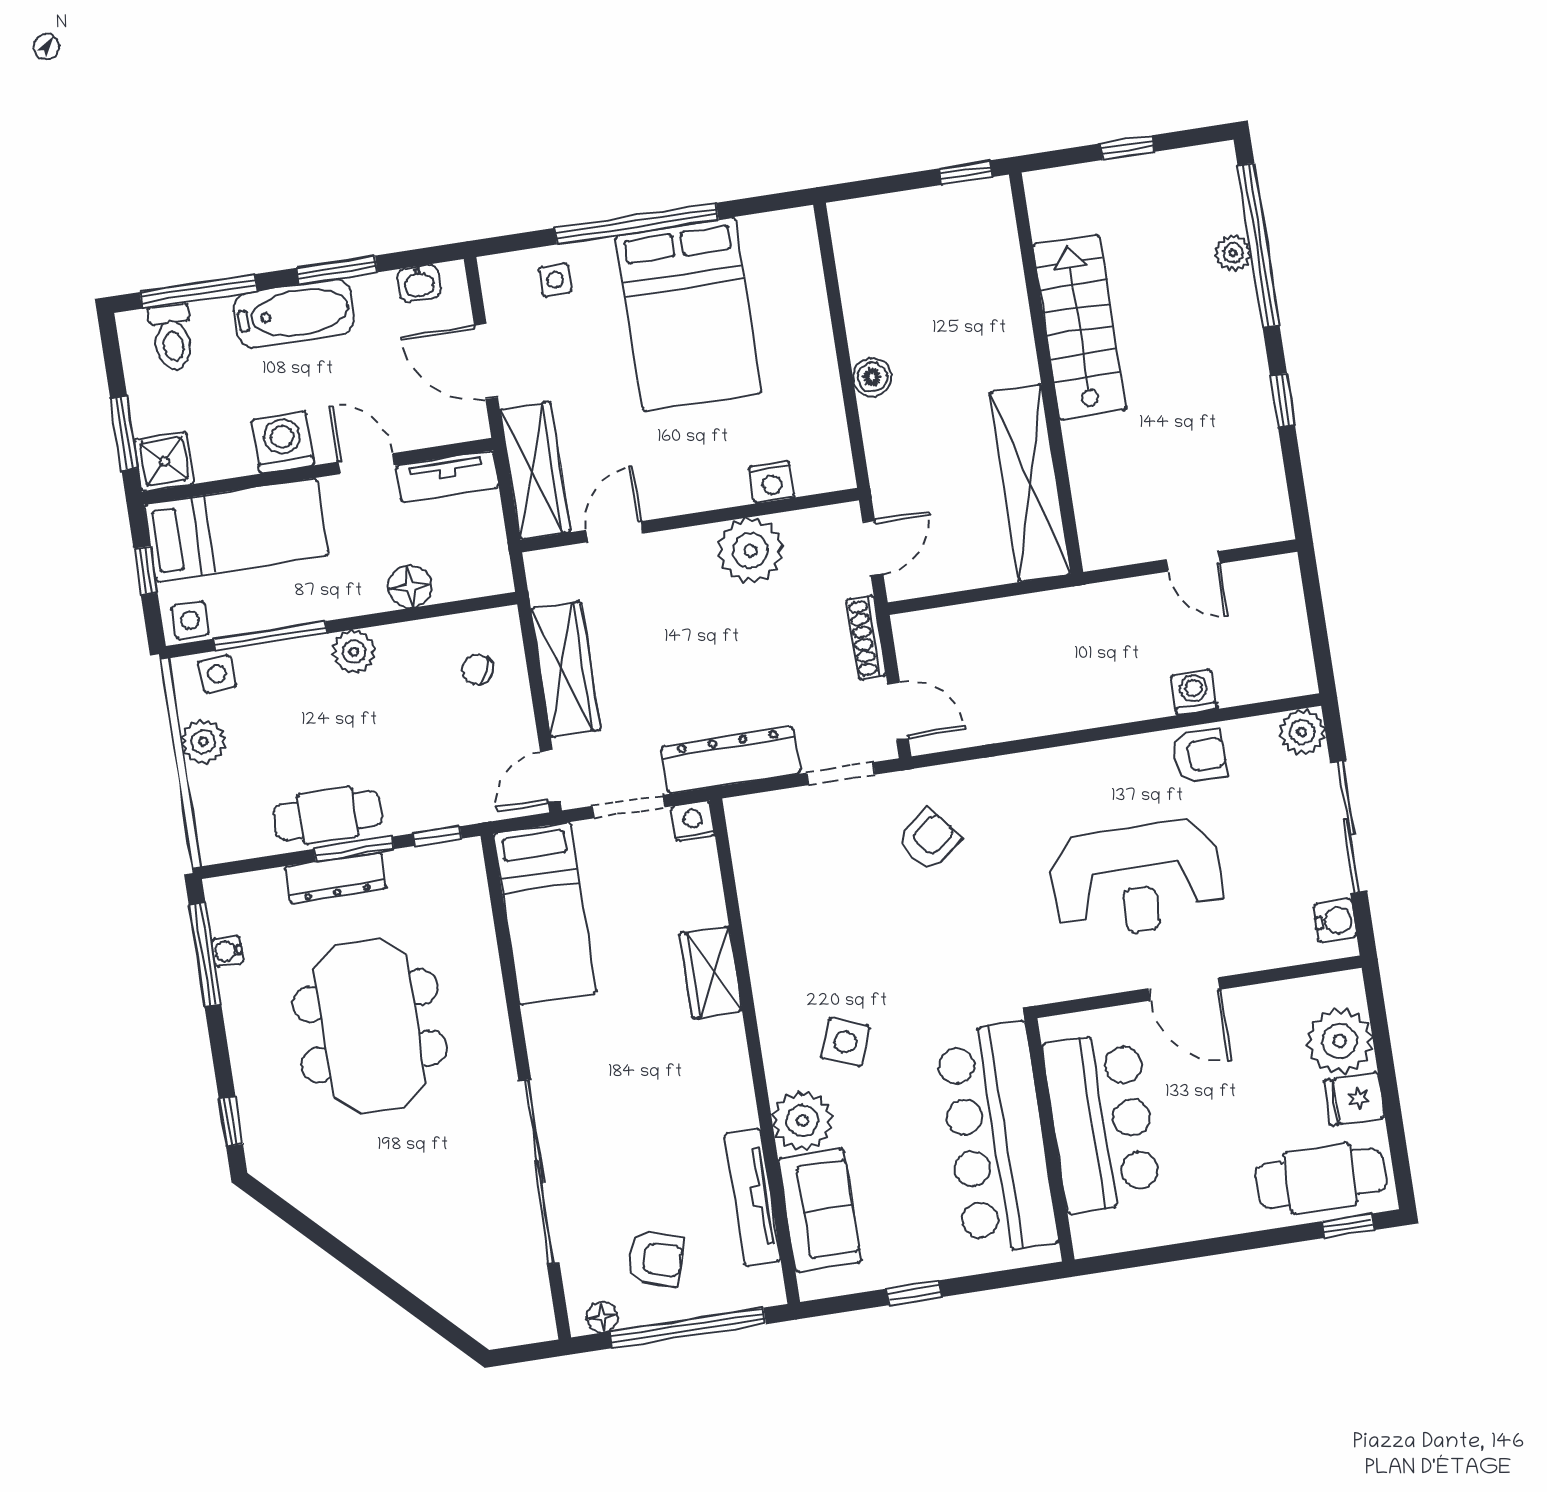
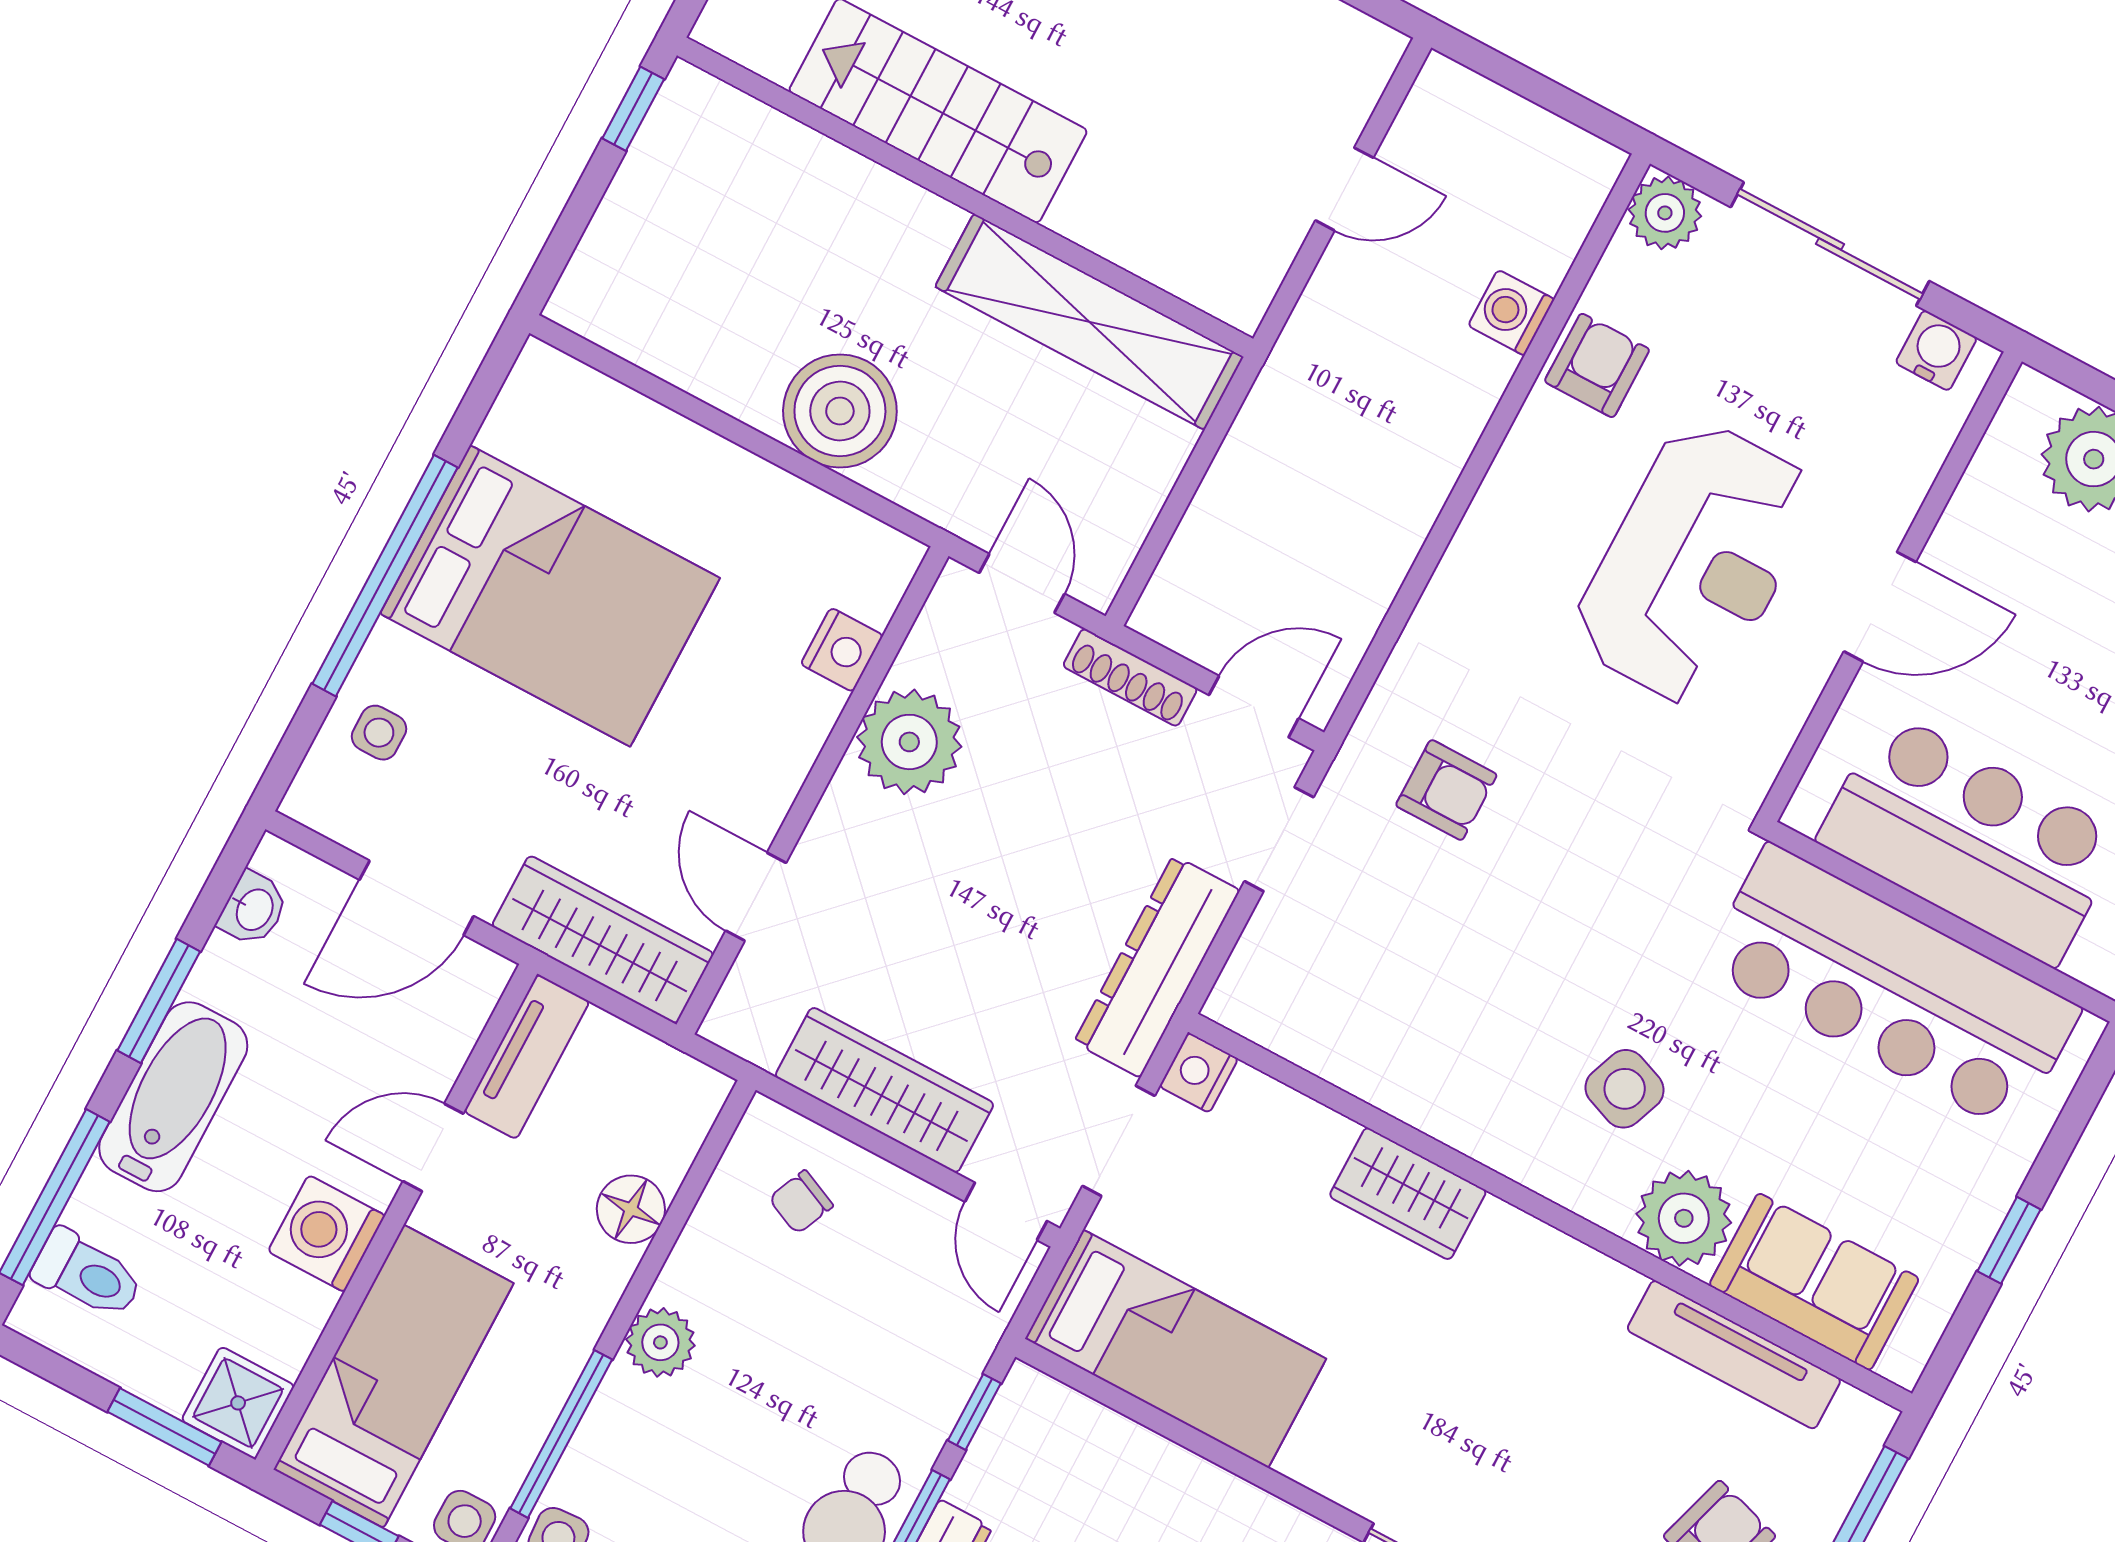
boiler: (872, 377) -> (840, 411), width x1.86, depth x1.86
armchair: (929, 839) -> (1446, 790), turned 129

